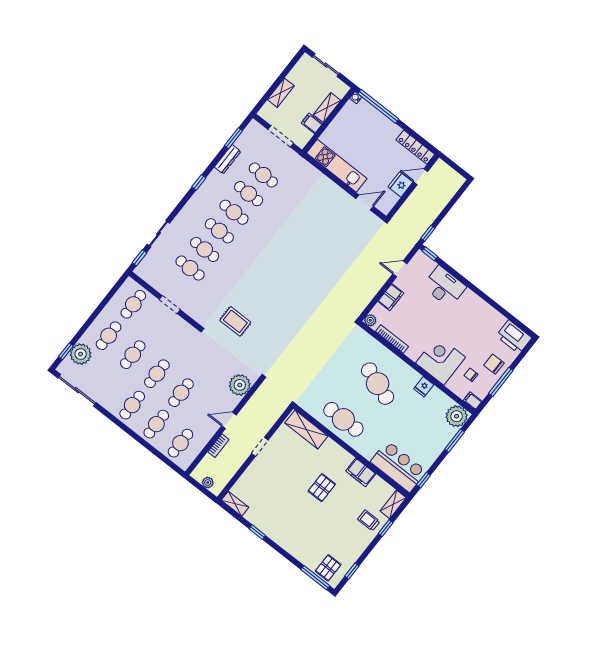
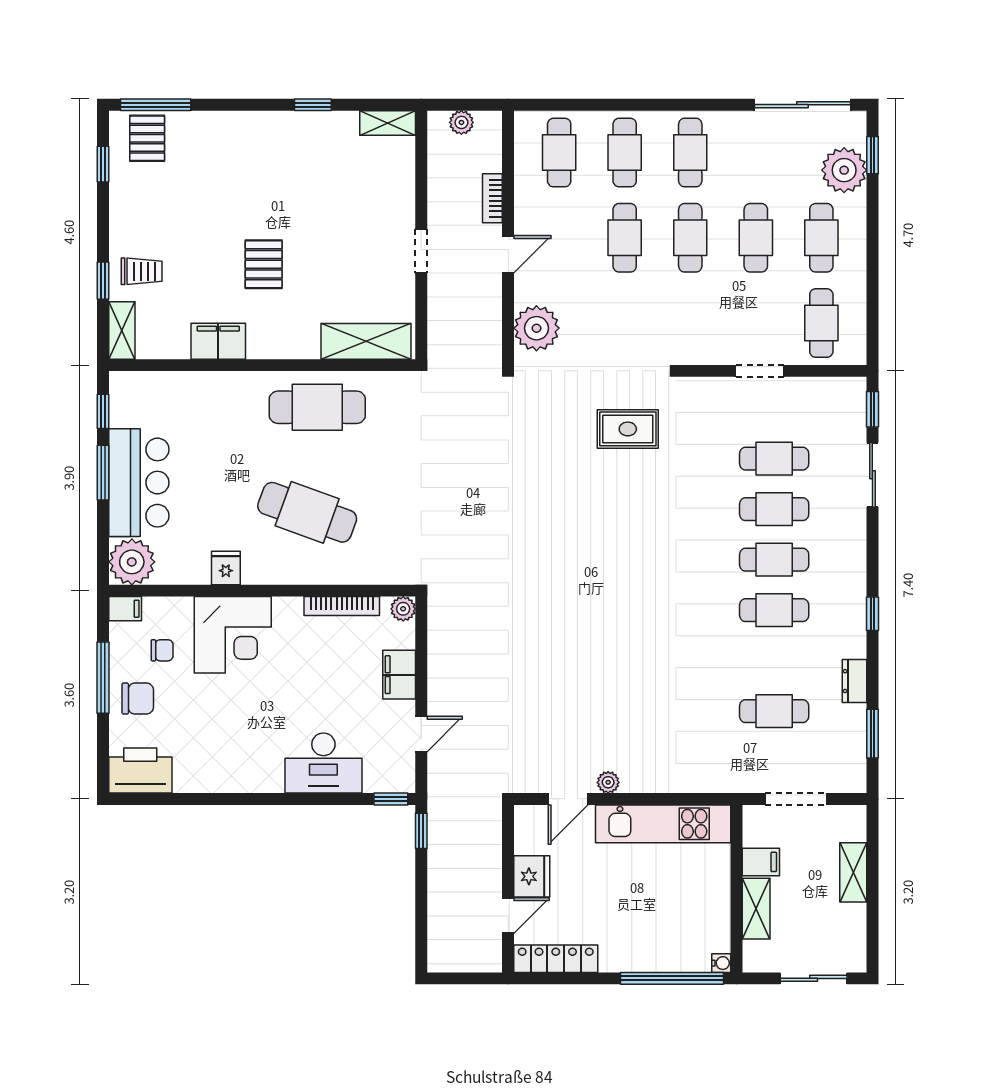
dresser: (228, 159) -> (855, 681), width x0.70
cafe table: (249, 194) -> (774, 661), removed
plant: (345, 197) -> (608, 782), added
window: (455, 441) -> (103, 473), moved
bar counter: (398, 467) -> (139, 483), moved, turned -90

